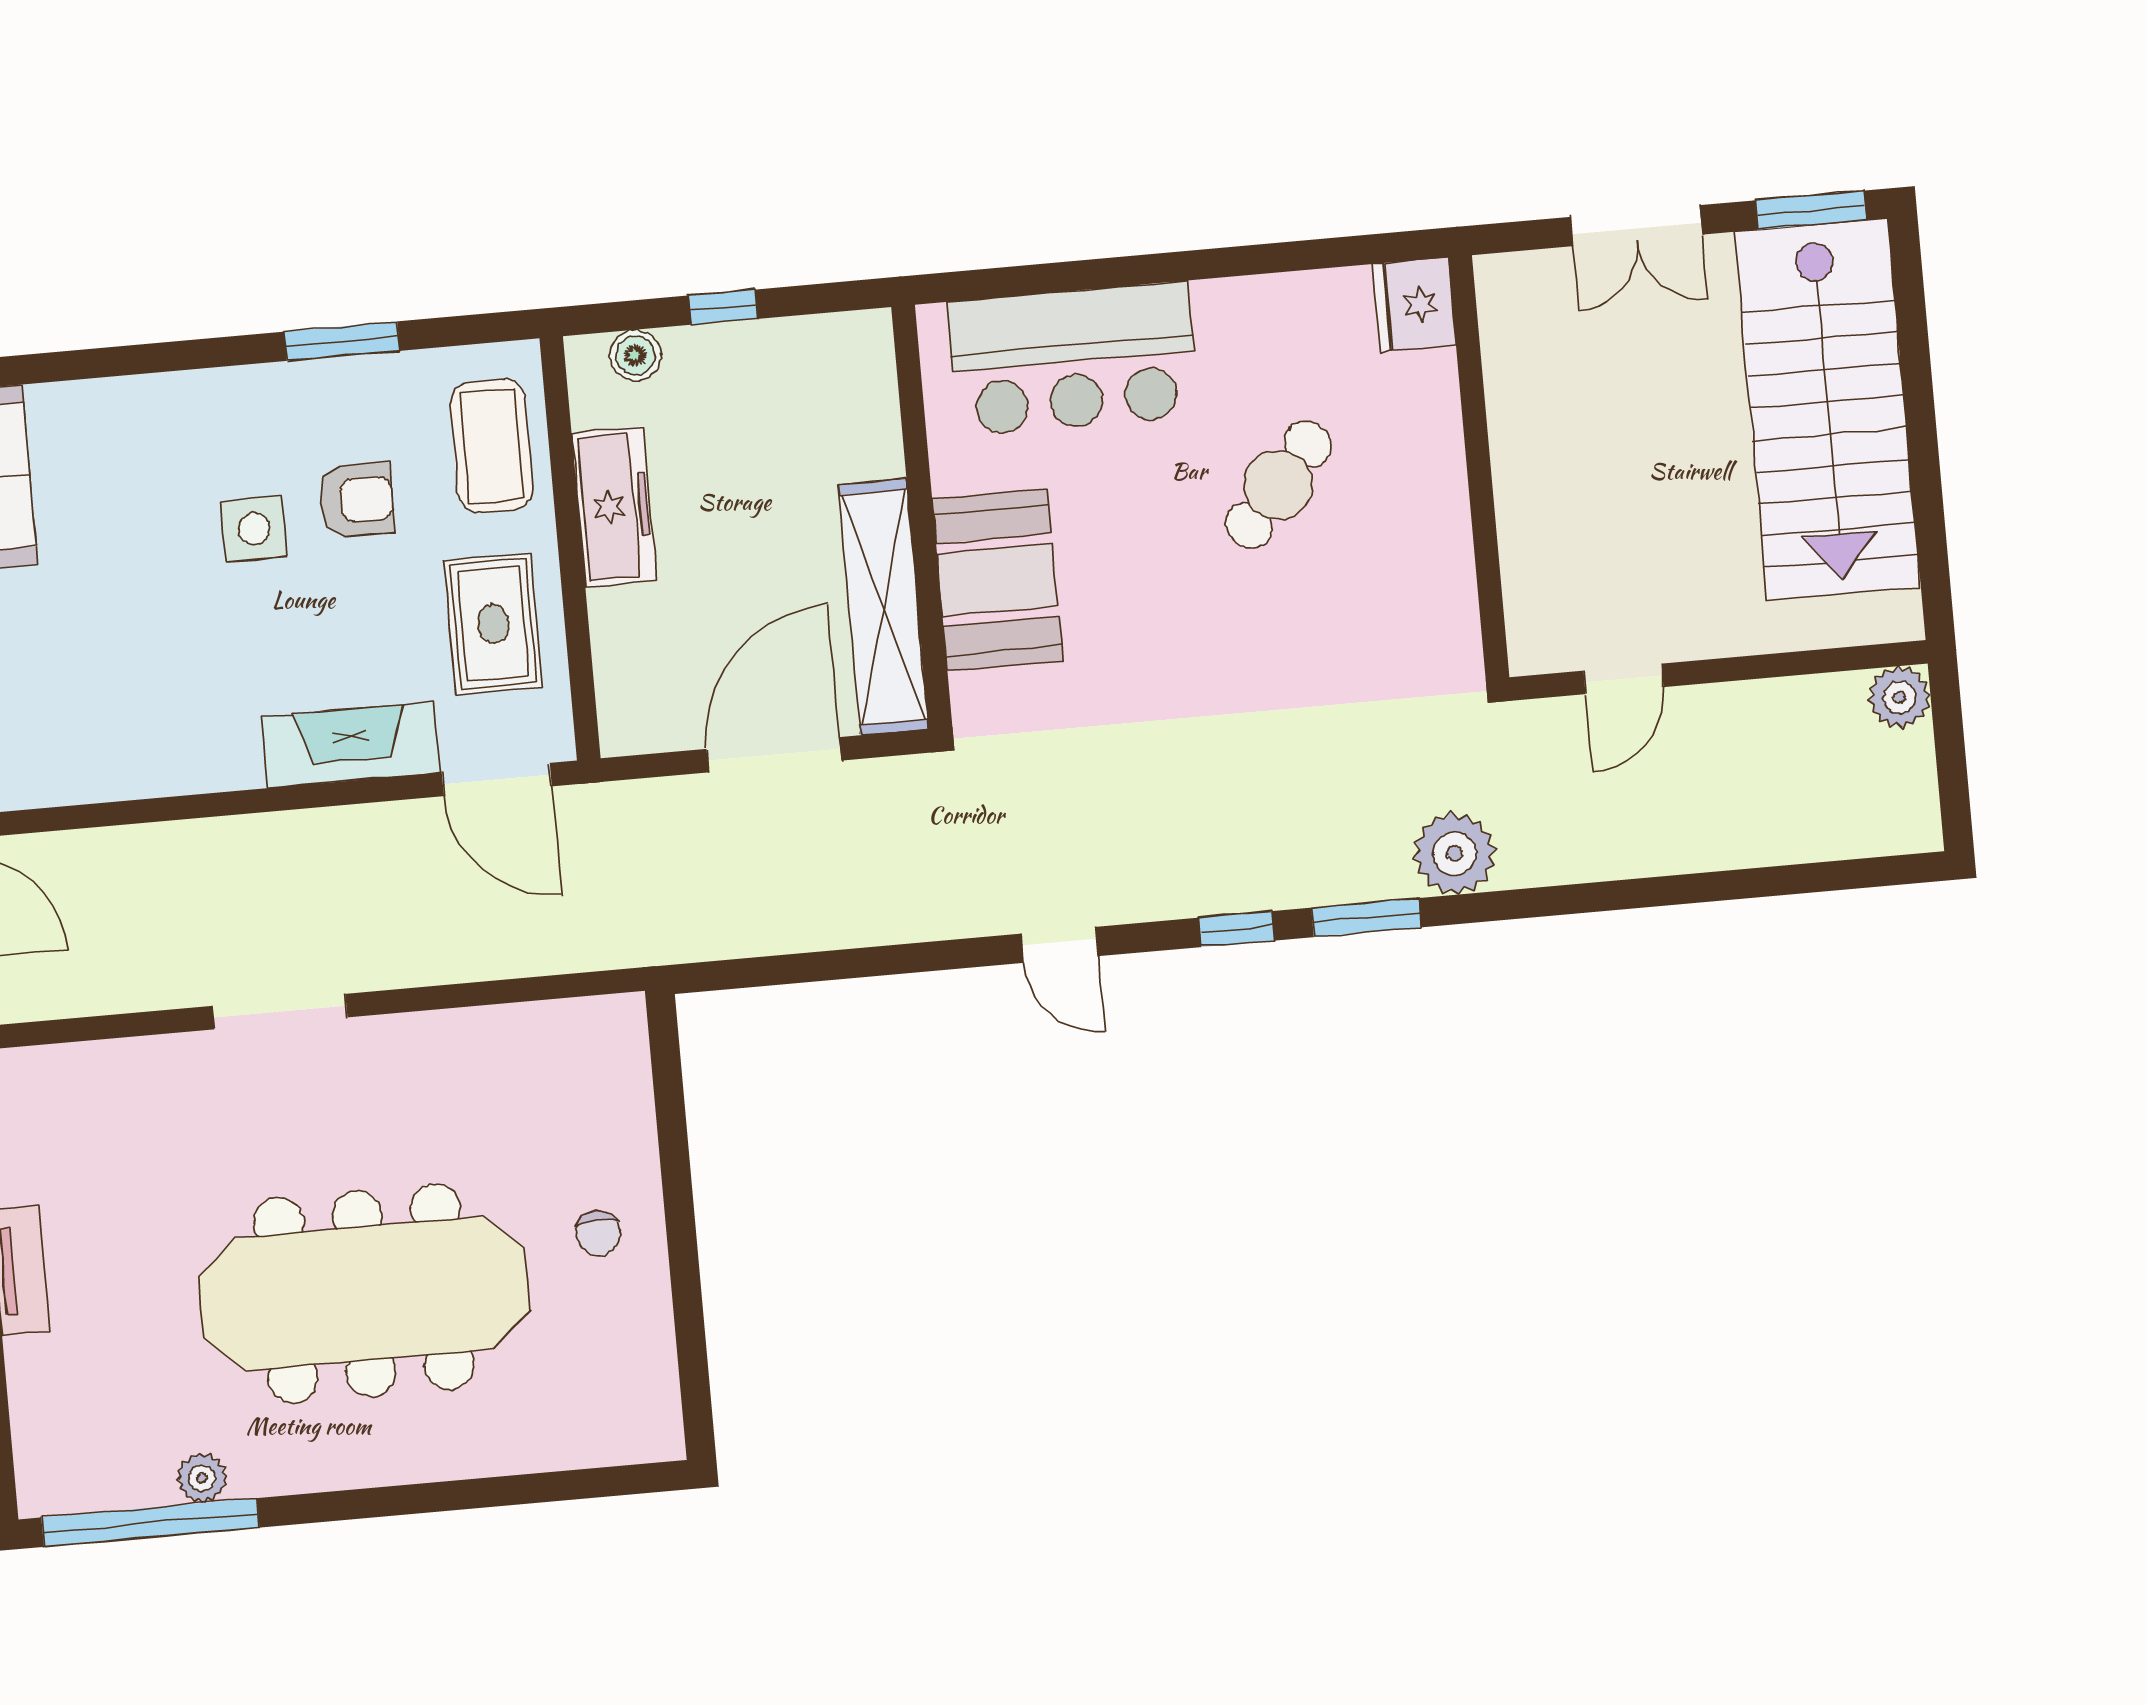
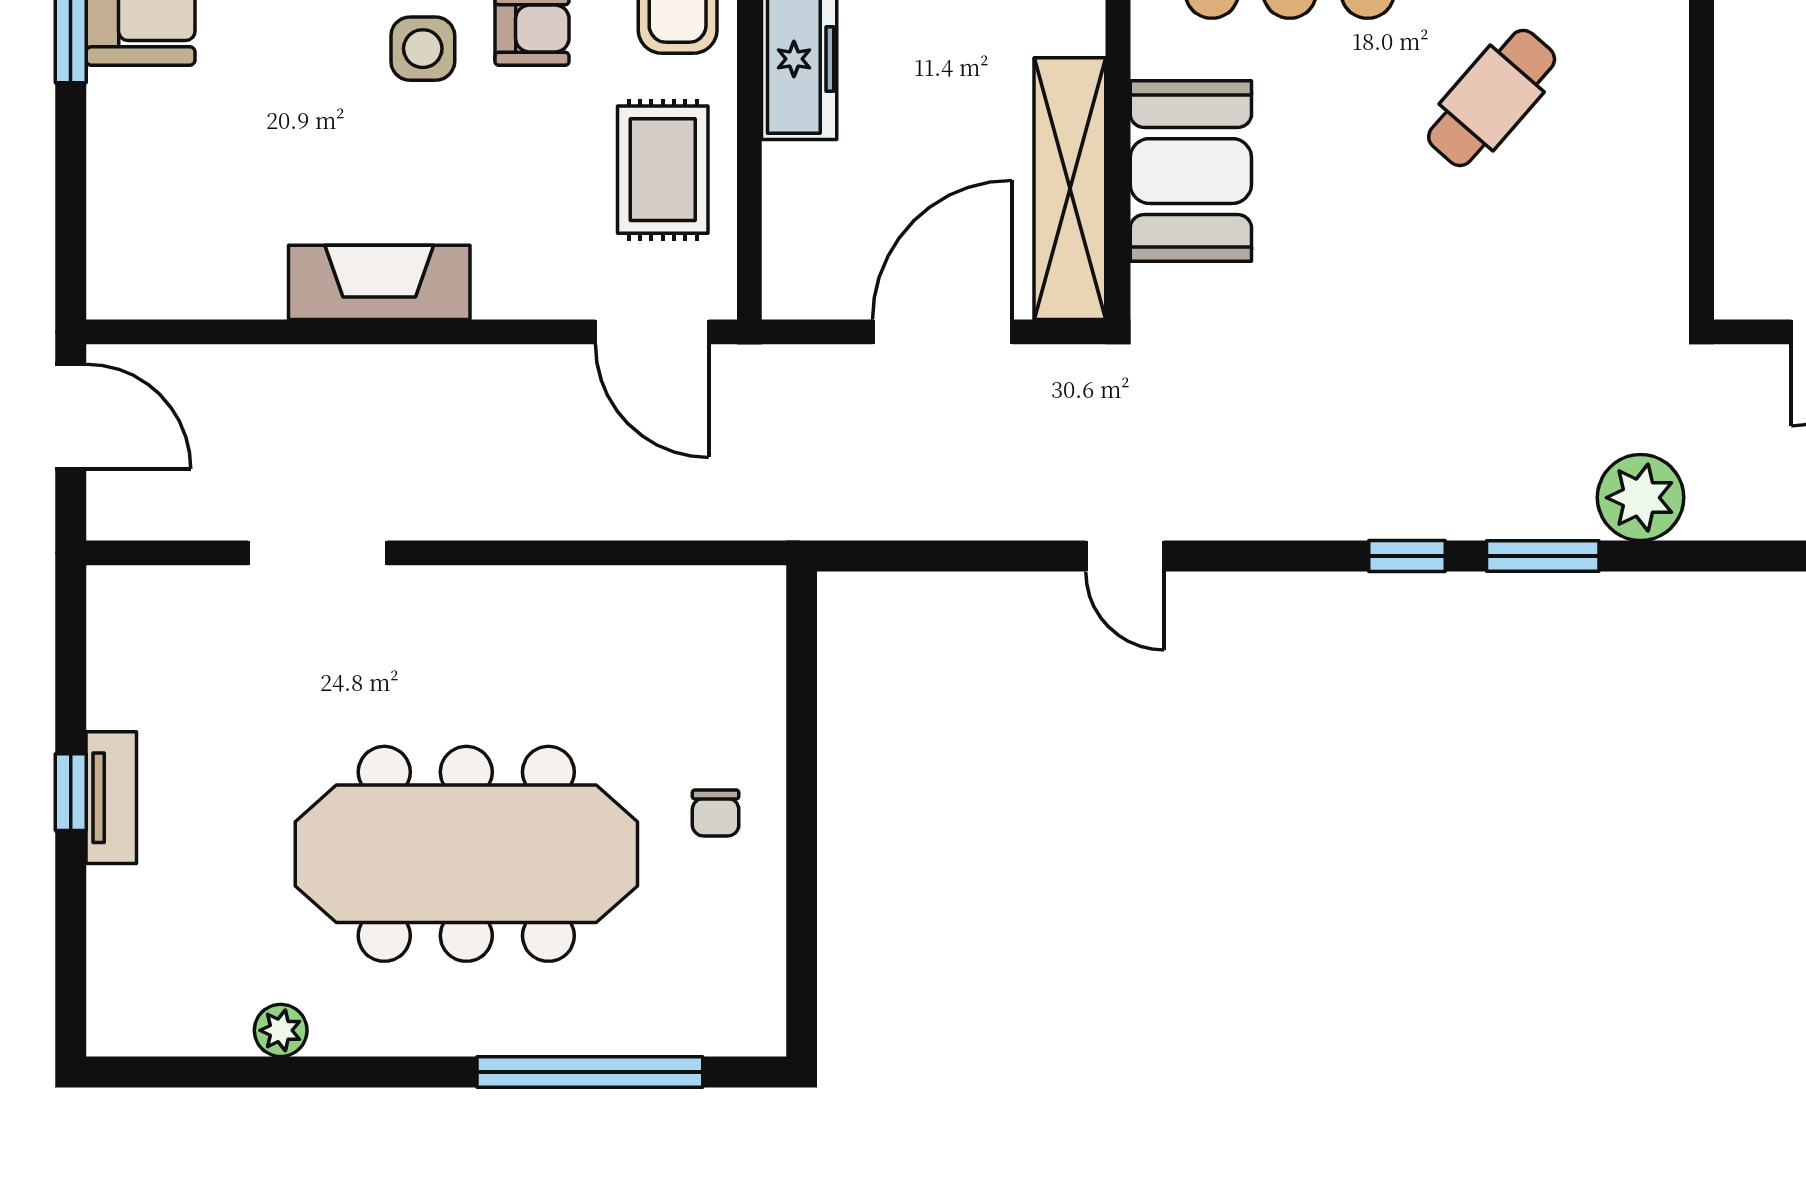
fireplace: (351, 745) -> (379, 282), moved
door: (1060, 945) -> (1125, 556), moved
doorway: (280, 1012) -> (318, 553), moved
window: (150, 1523) -> (590, 1072), moved

